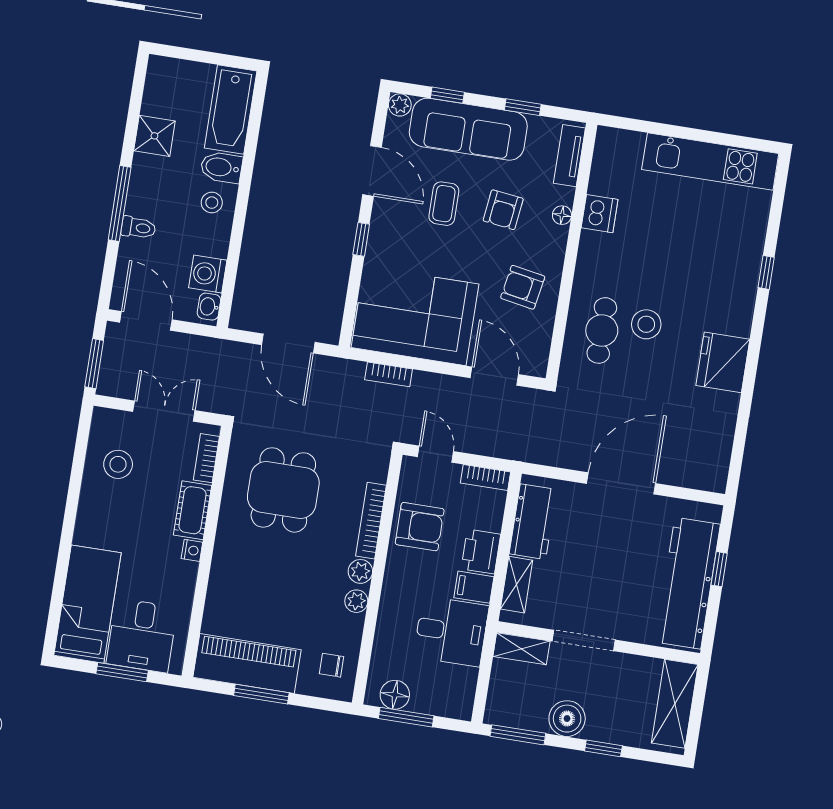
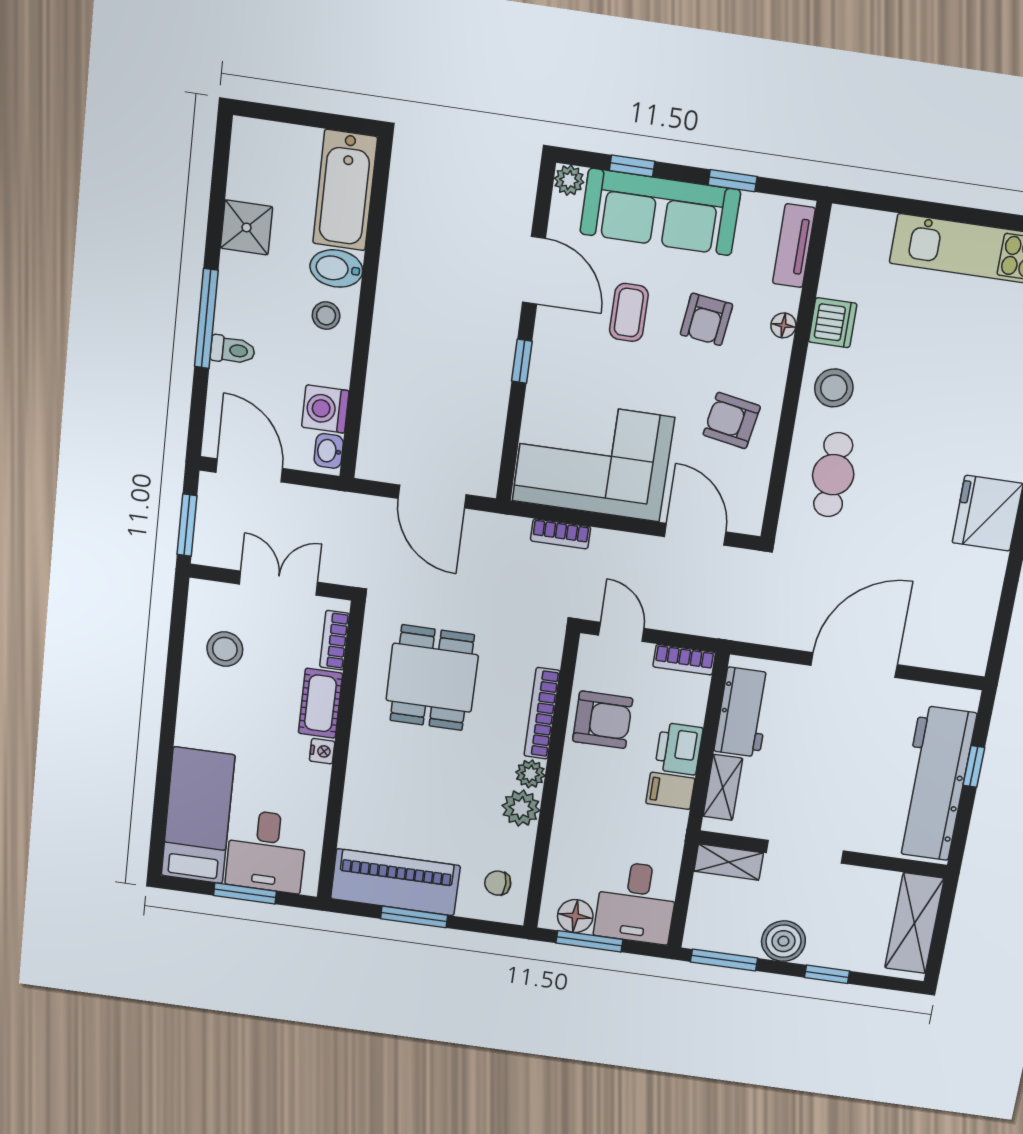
stool: (646, 324) -> (834, 388), moved
plant: (356, 601) -> (521, 808), width x1.38, depth x1.38
desk: (451, 631) -> (636, 903), moved, turned 90

